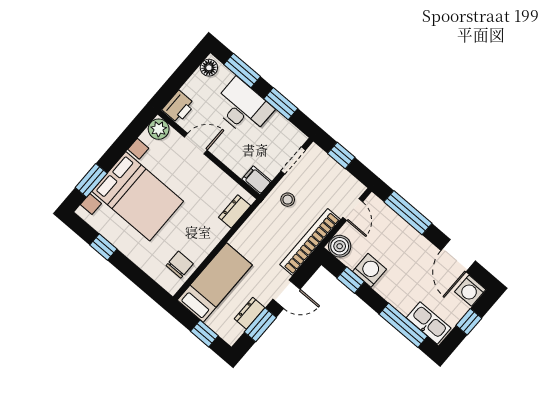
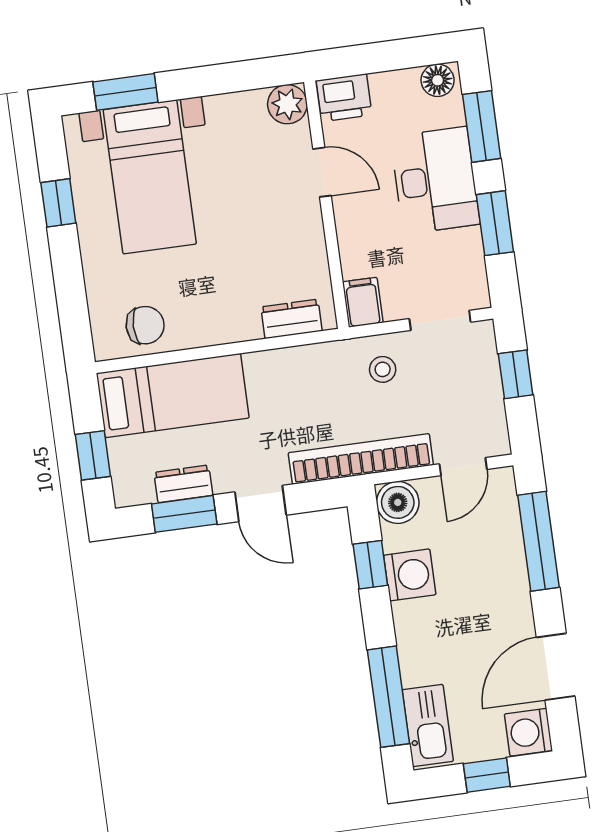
bed with nightstands: (138, 196) -> (150, 177), width x0.73

